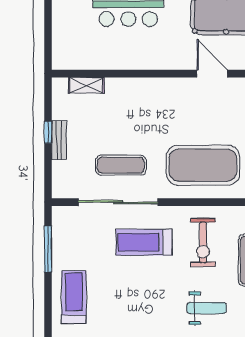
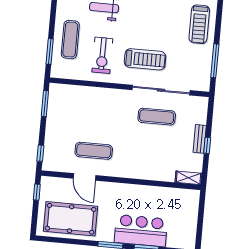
shelving: (86, 85) -> (189, 178), moved
exercise mat: (203, 165) -> (94, 151), moved, width x0.50, depth x0.69
exercise bike: (203, 242) -> (102, 55), turned 180

